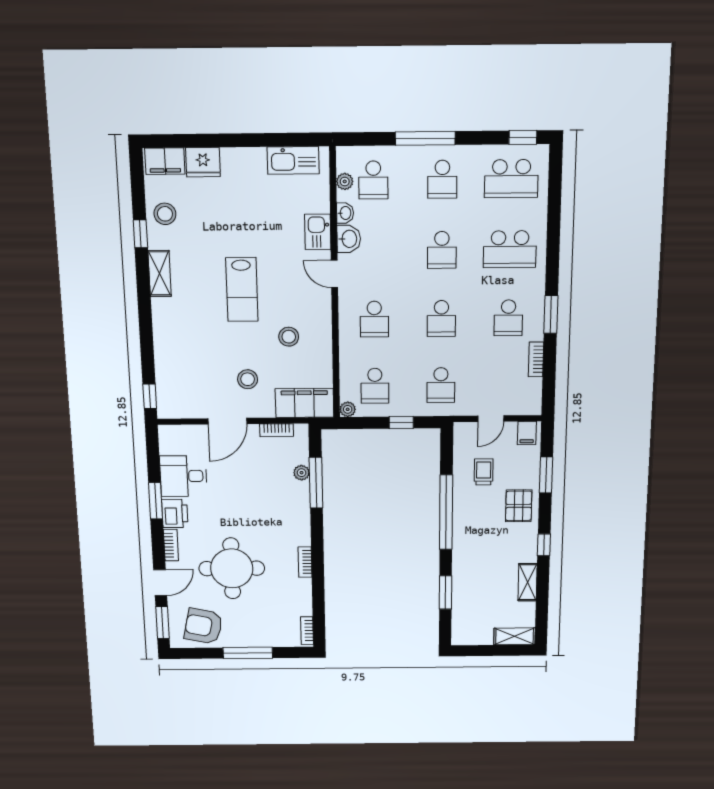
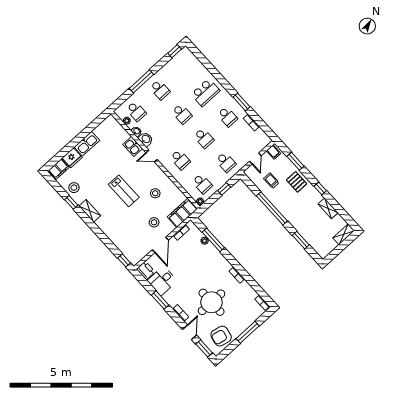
kitchen sink: (293, 160) -> (87, 144), moved
school desk: (511, 179) -> (183, 68), removed
printer: (175, 513) -> (146, 270), moved

